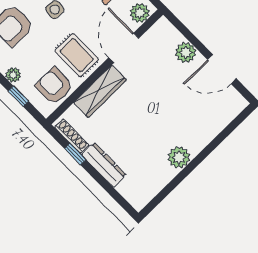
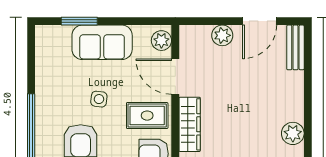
bench: (228, 113) -> (295, 47), added
plant: (179, 157) -> (293, 133), moved

